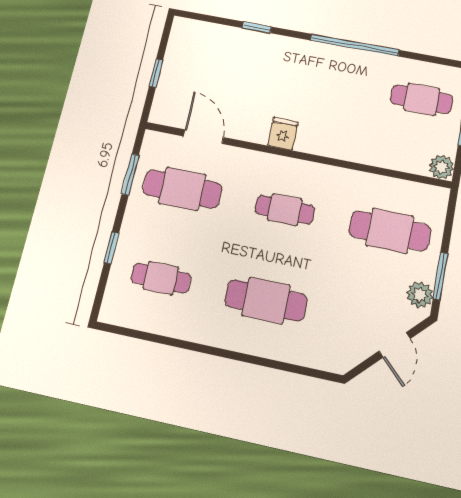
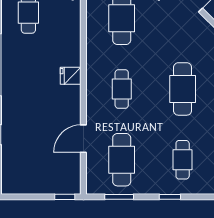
window: (156, 73) -> (65, 197), moved
fridge: (283, 134) -> (71, 76), moved
door: (203, 137) -> (83, 139), moved

